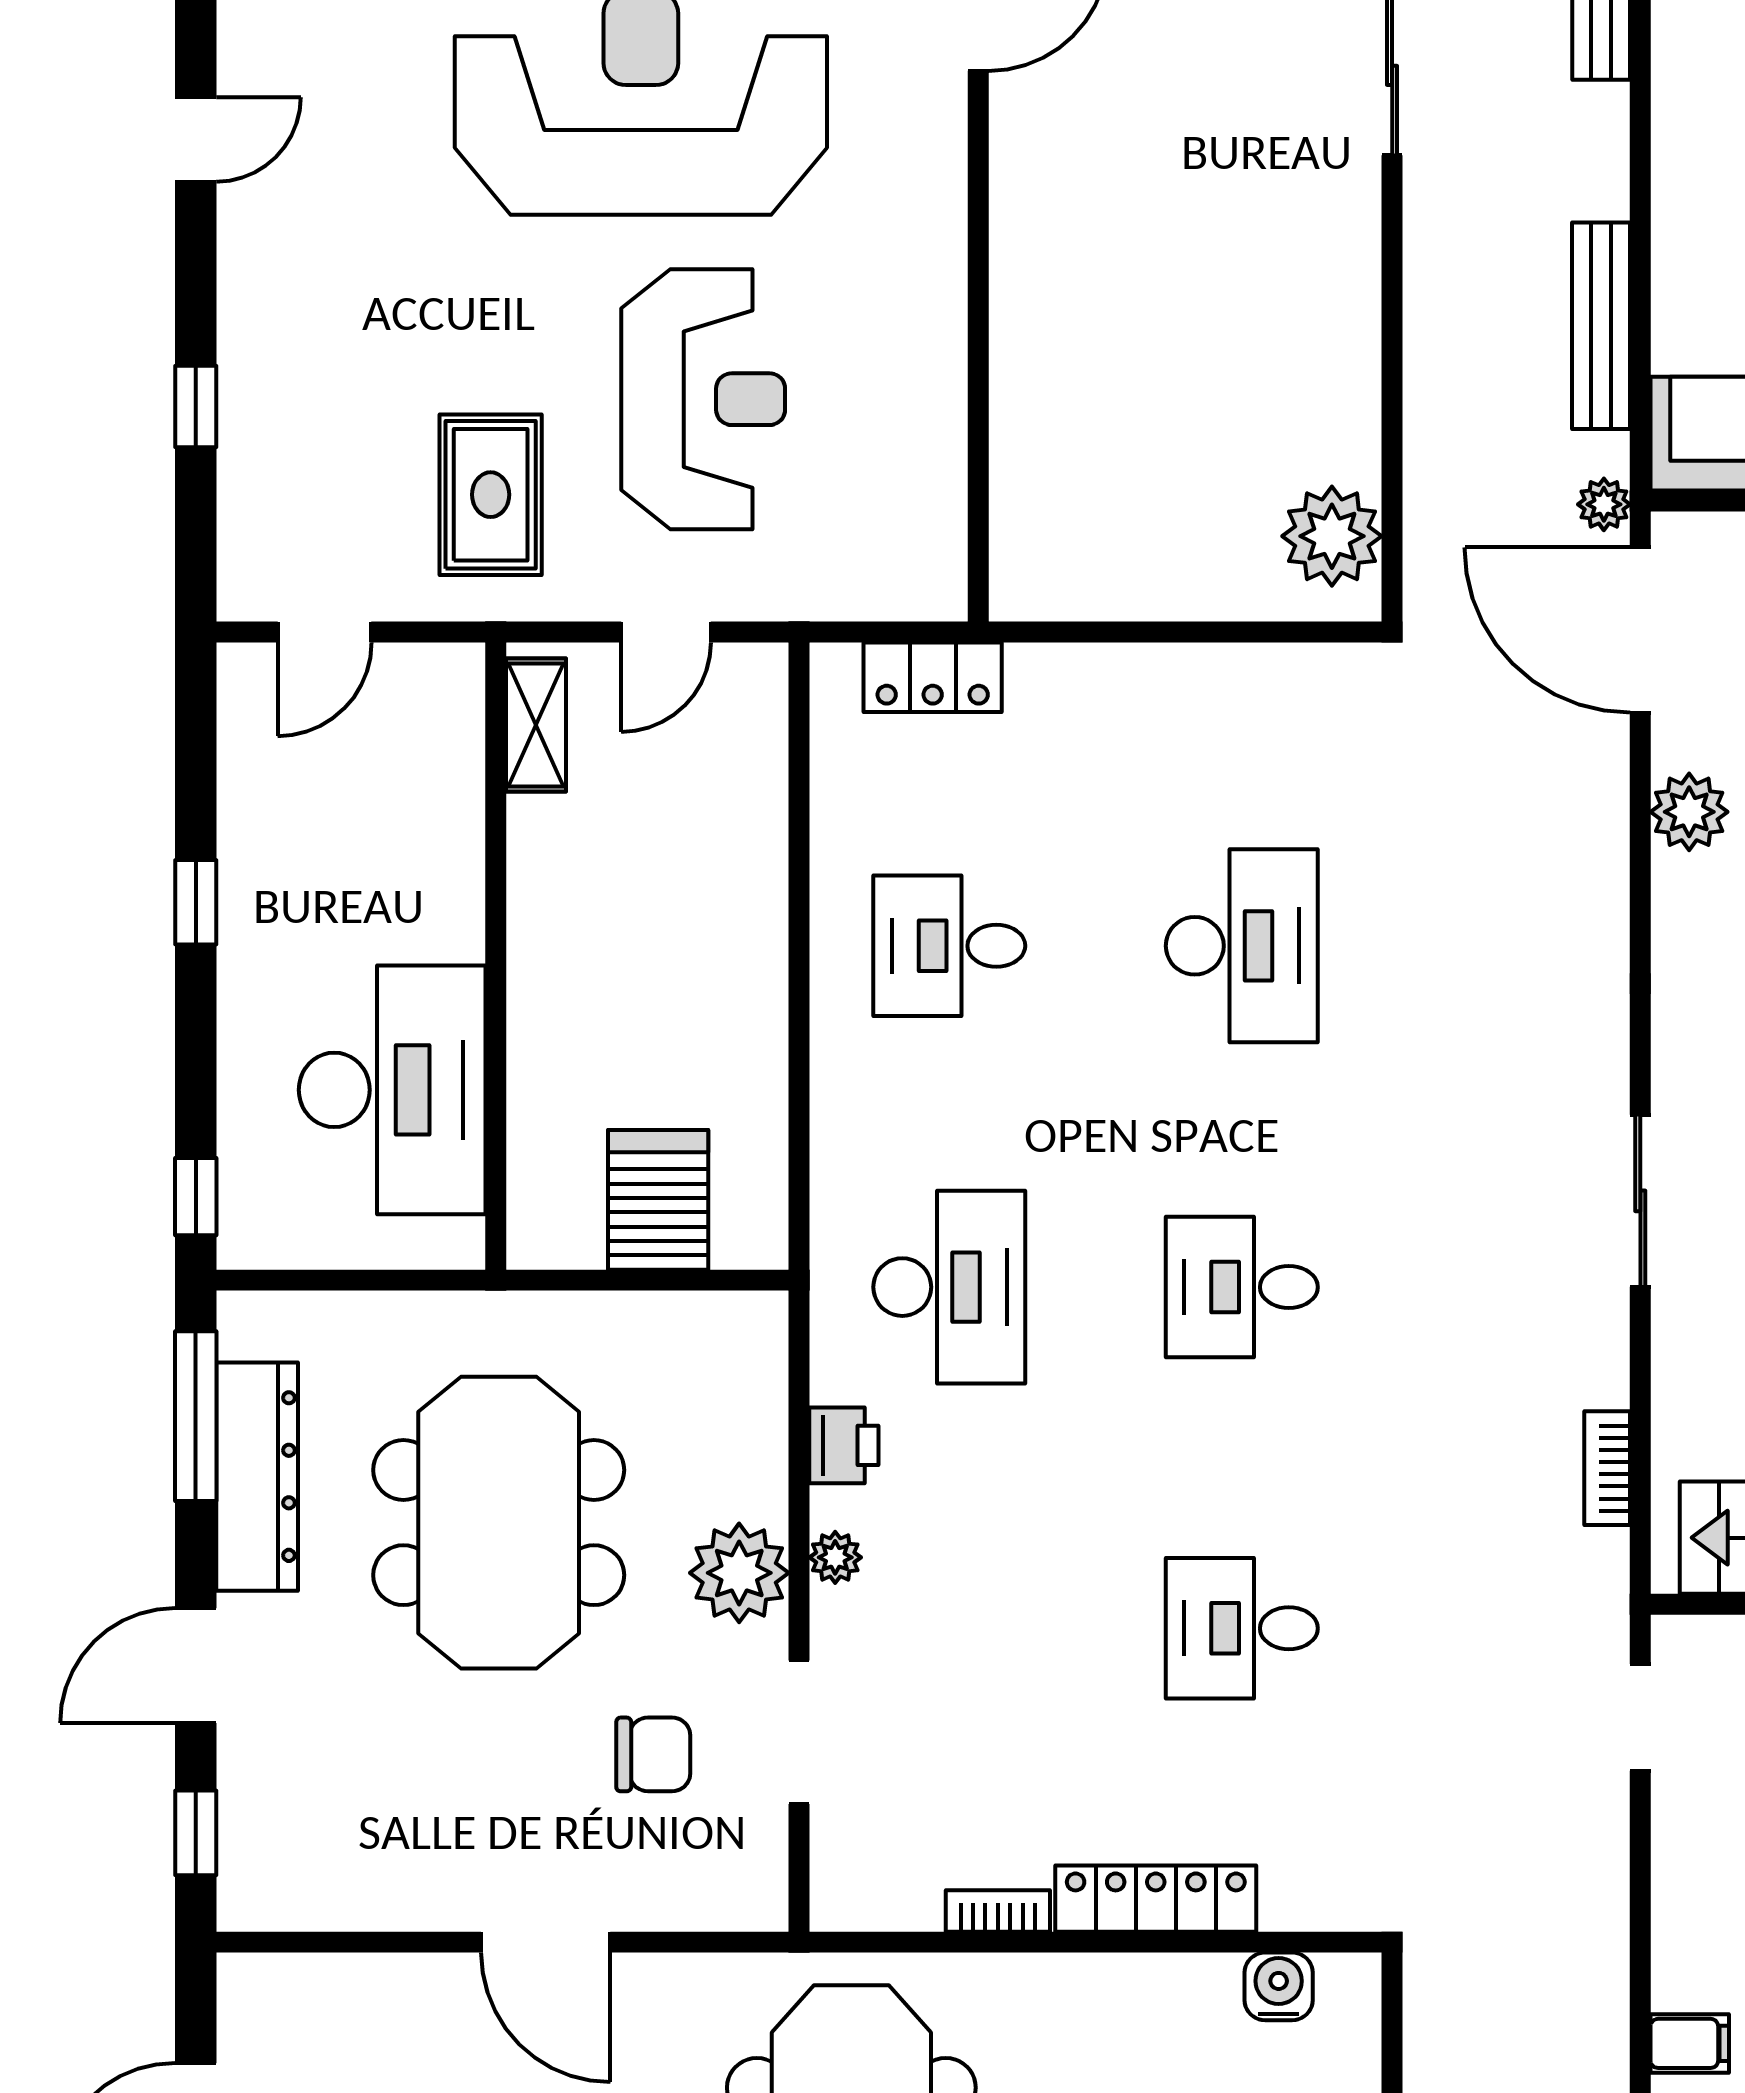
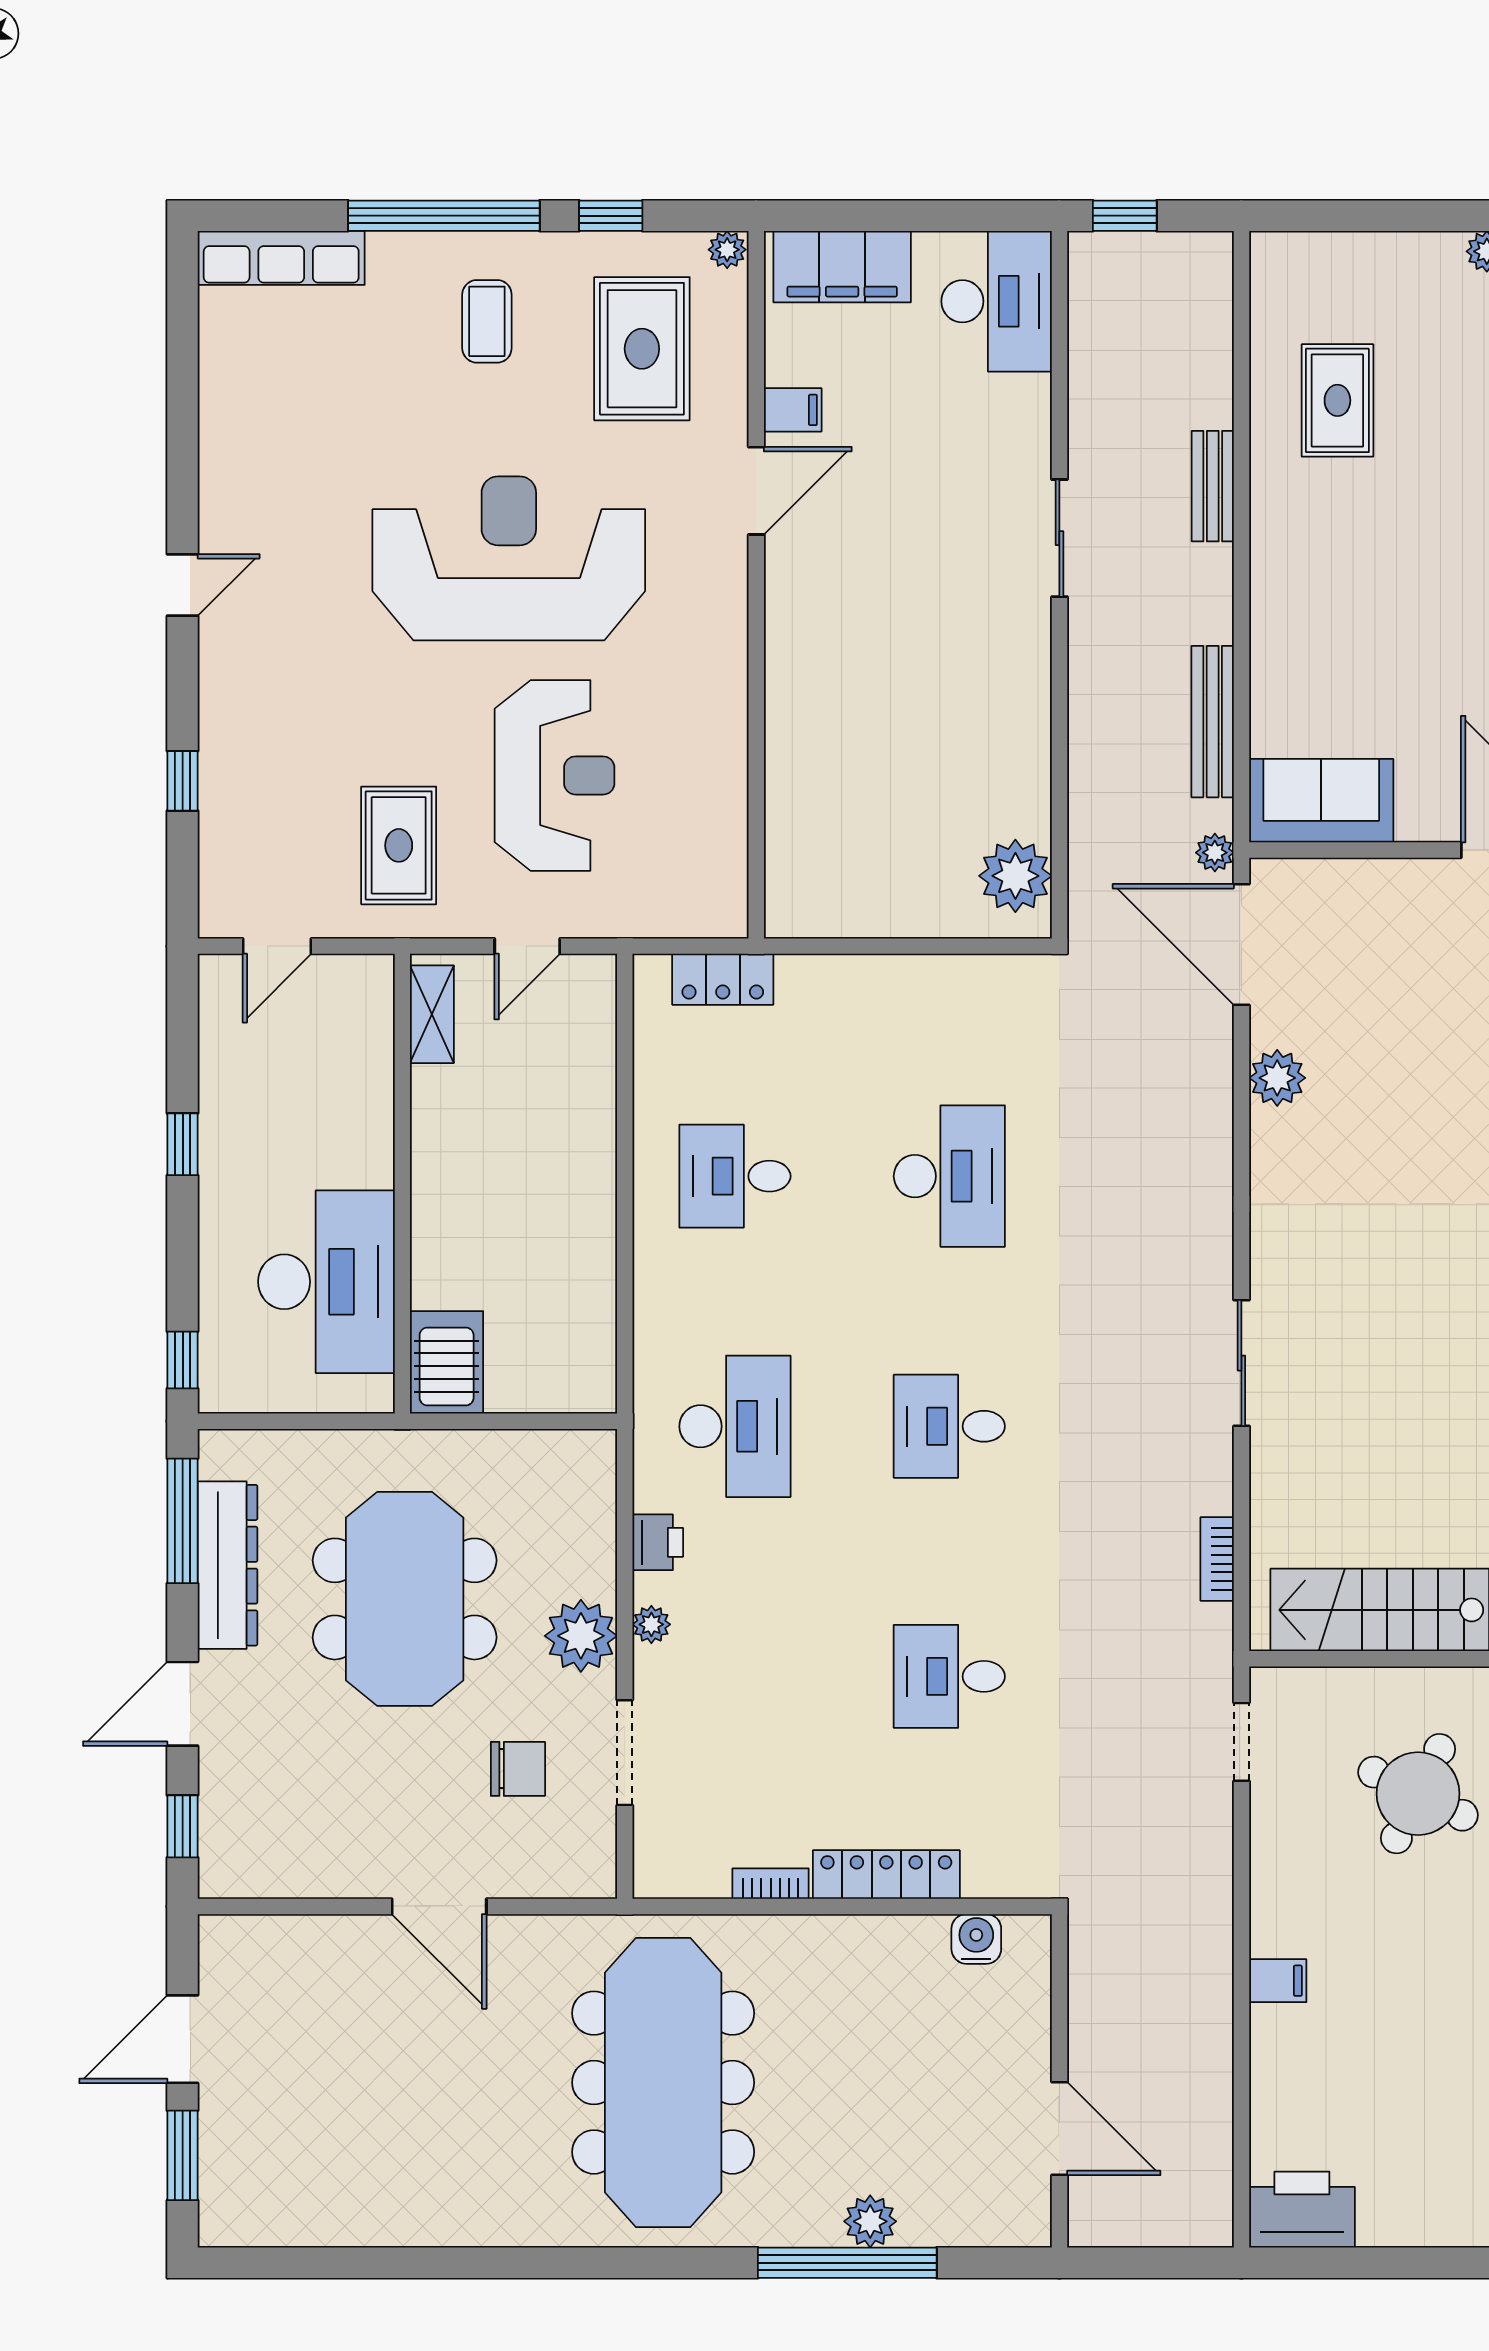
server rack: (658, 1200) -> (447, 1362), moved

